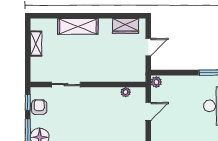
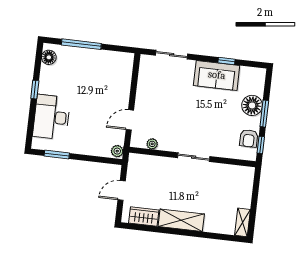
shelving: (78, 26) -> (181, 220), moved
shelving: (36, 44) -> (243, 222), moved
sliding door: (66, 85) -> (194, 157), moved

